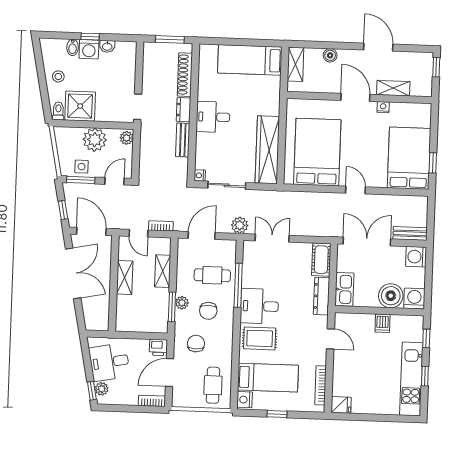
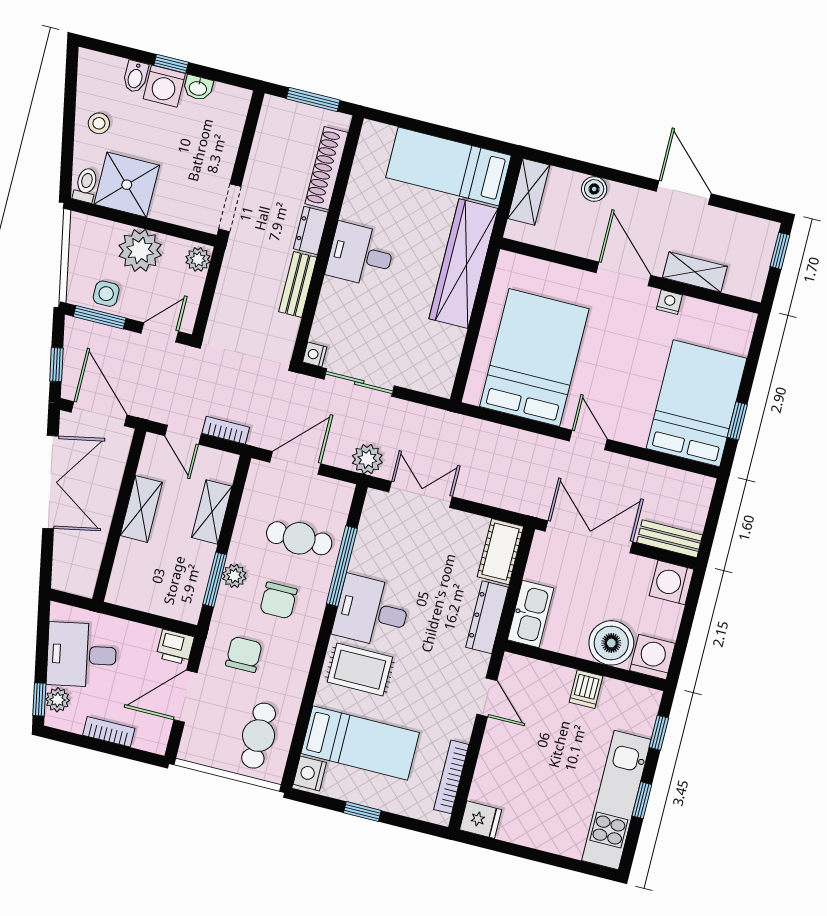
wardrobe: (267, 150) -> (463, 264), moved
bookcase: (152, 401) -> (109, 732), moved

